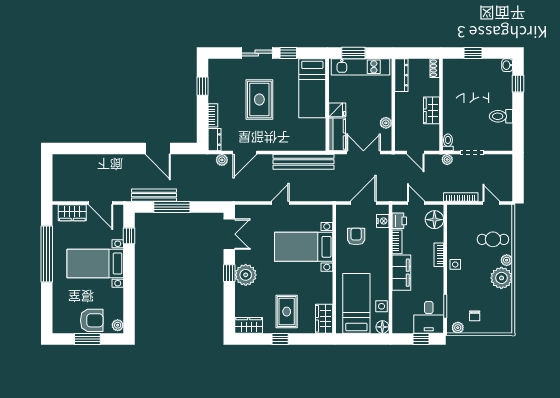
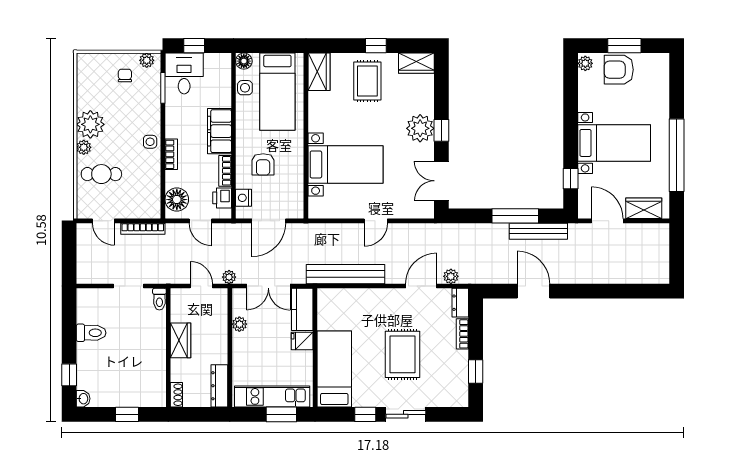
plant: (447, 159) -> (229, 277), moved
armchair: (356, 237) -> (263, 164), moved

